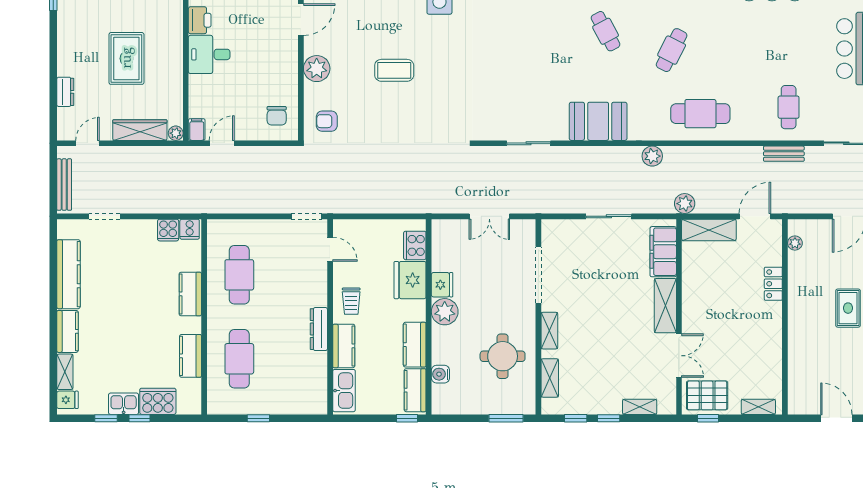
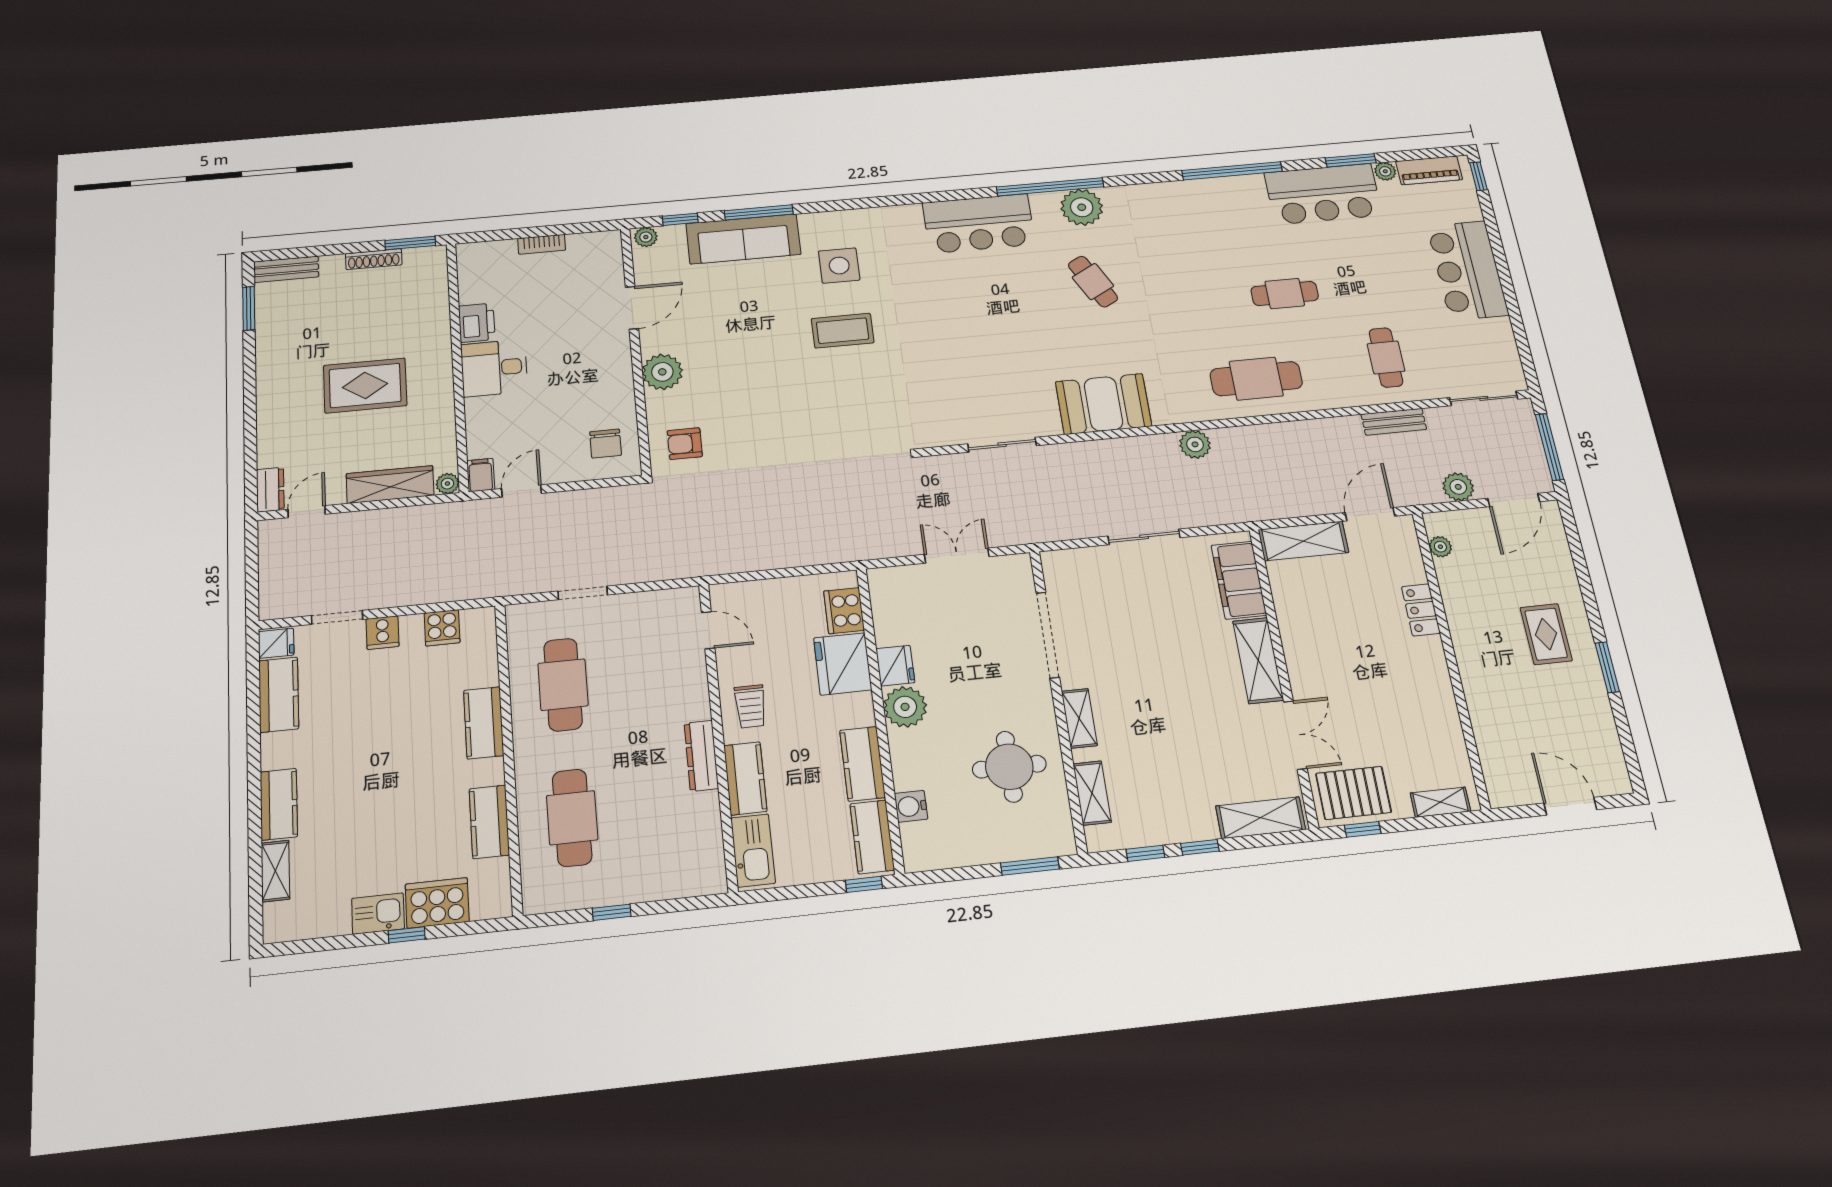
cafe table: (672, 50) -> (1285, 294), moved, turned 63
rug: (126, 58) -> (365, 385), turned 90
coffee table: (394, 70) -> (843, 331), moved
dresser: (65, 92) -> (270, 490), moved
bench: (64, 185) -> (270, 576), removed
plant: (685, 204) -> (1458, 487), moved
doorway: (306, 216) -> (583, 593), moved
double door: (489, 216) -> (957, 556), swing flipped
cooker: (190, 229) -> (382, 633), moved
kitchen counter: (68, 274) -> (279, 695), width x0.67
fridge: (68, 400) -> (276, 643), moved
shelving: (640, 407) -> (1261, 818), width x1.50, depth x1.33
window: (106, 418) -> (348, 941), removed

